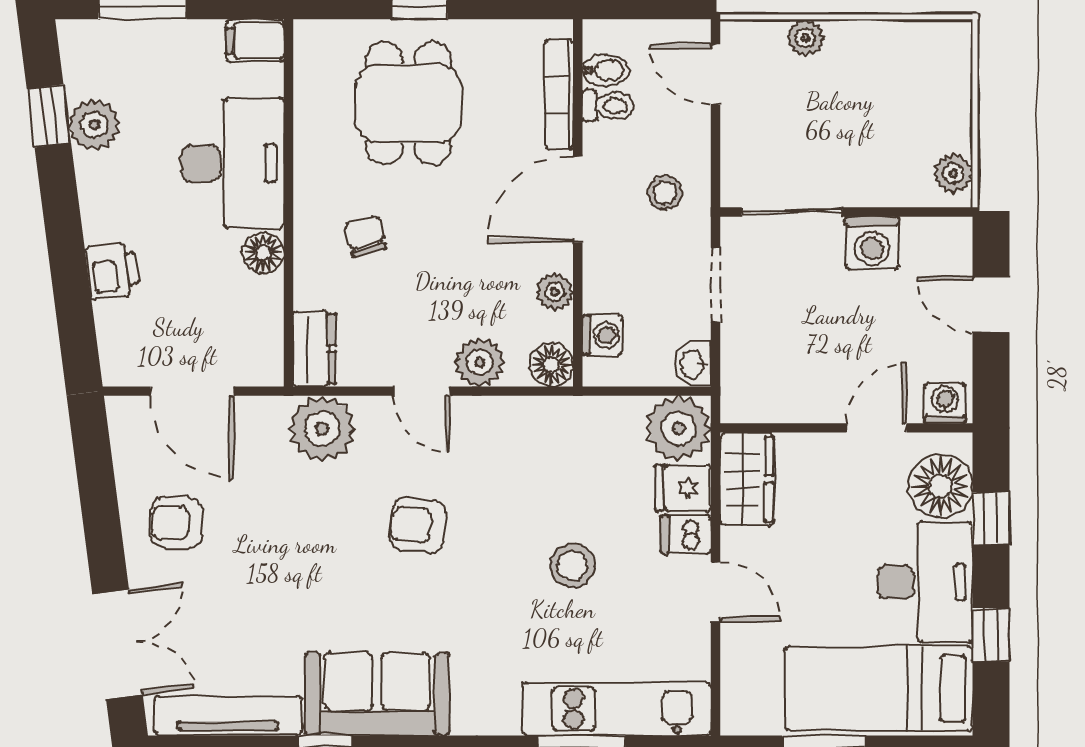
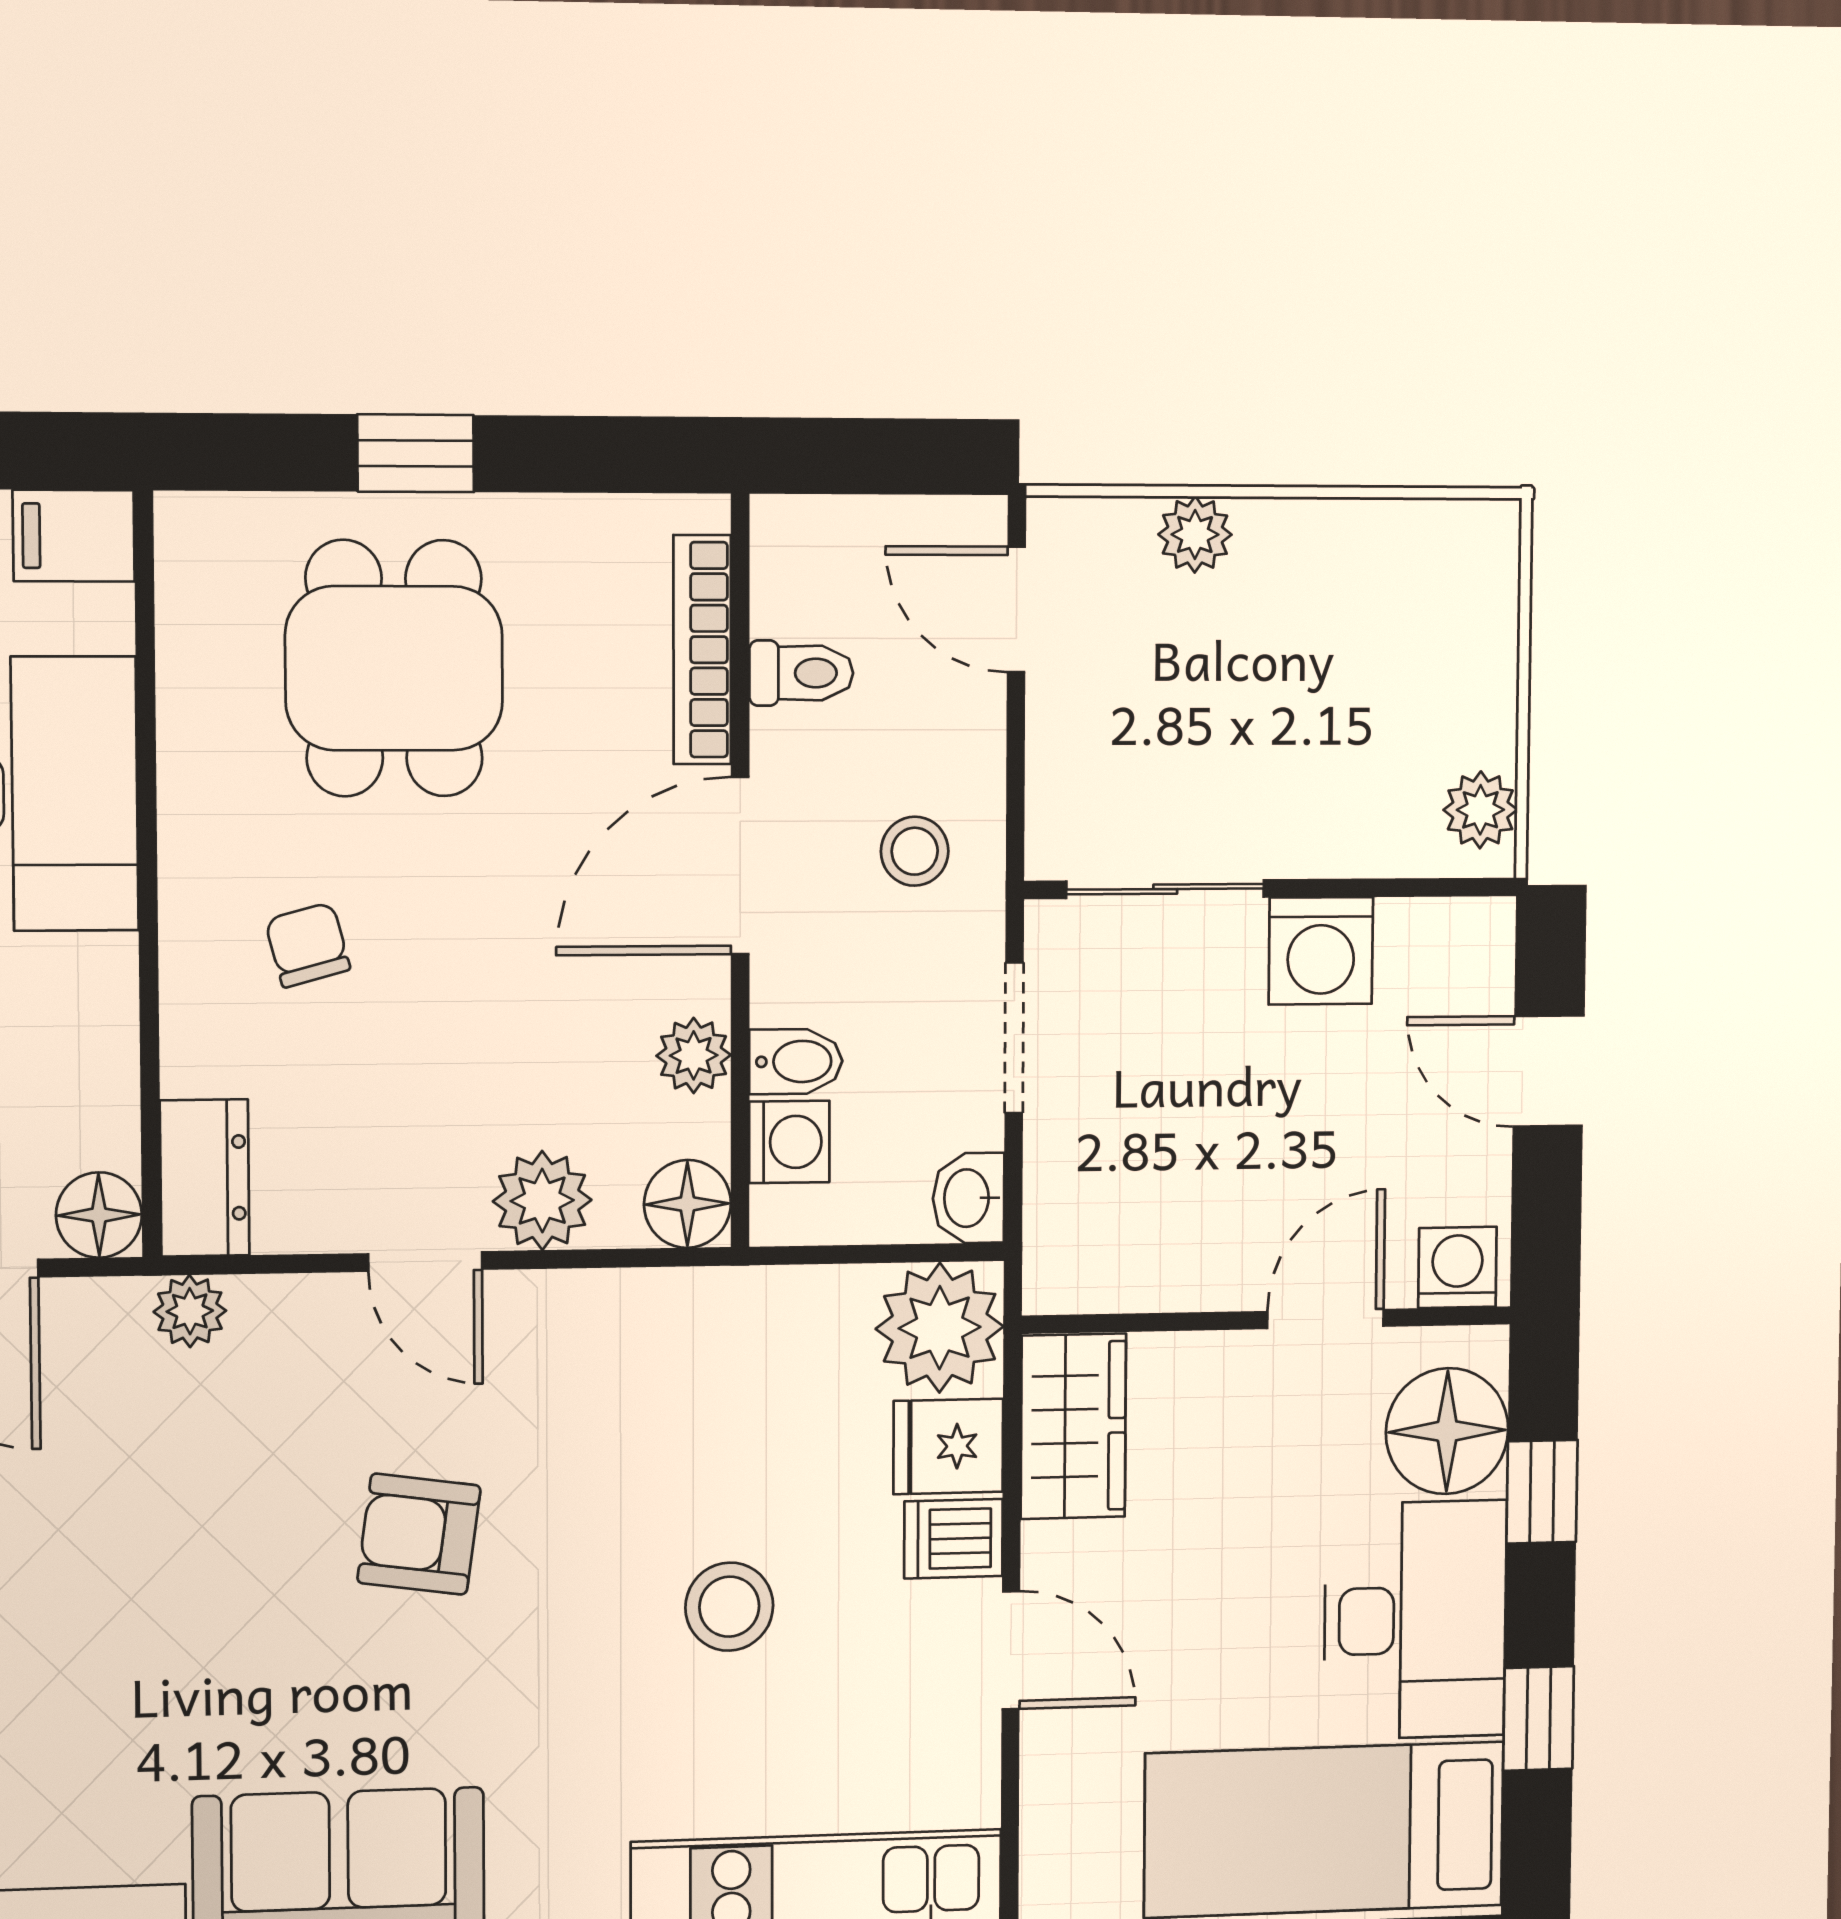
bidet: (606, 70) -> (796, 1061), moved
floor lamp: (263, 253) -> (99, 1215), moved
plant: (322, 429) -> (190, 1311), width x0.53, depth x0.53

